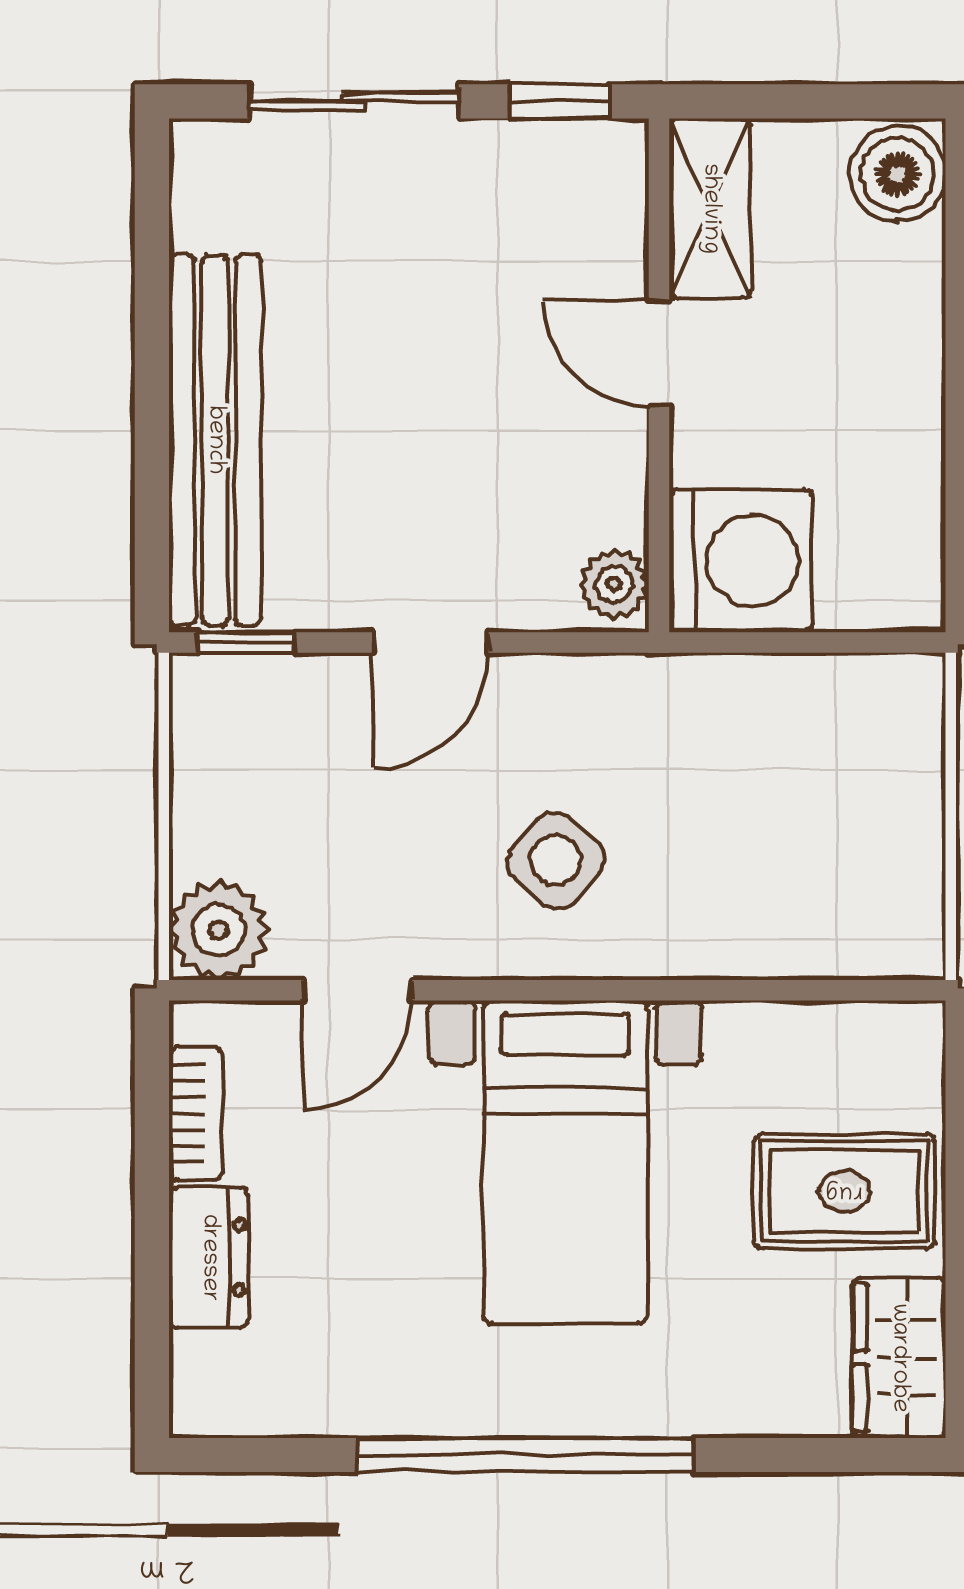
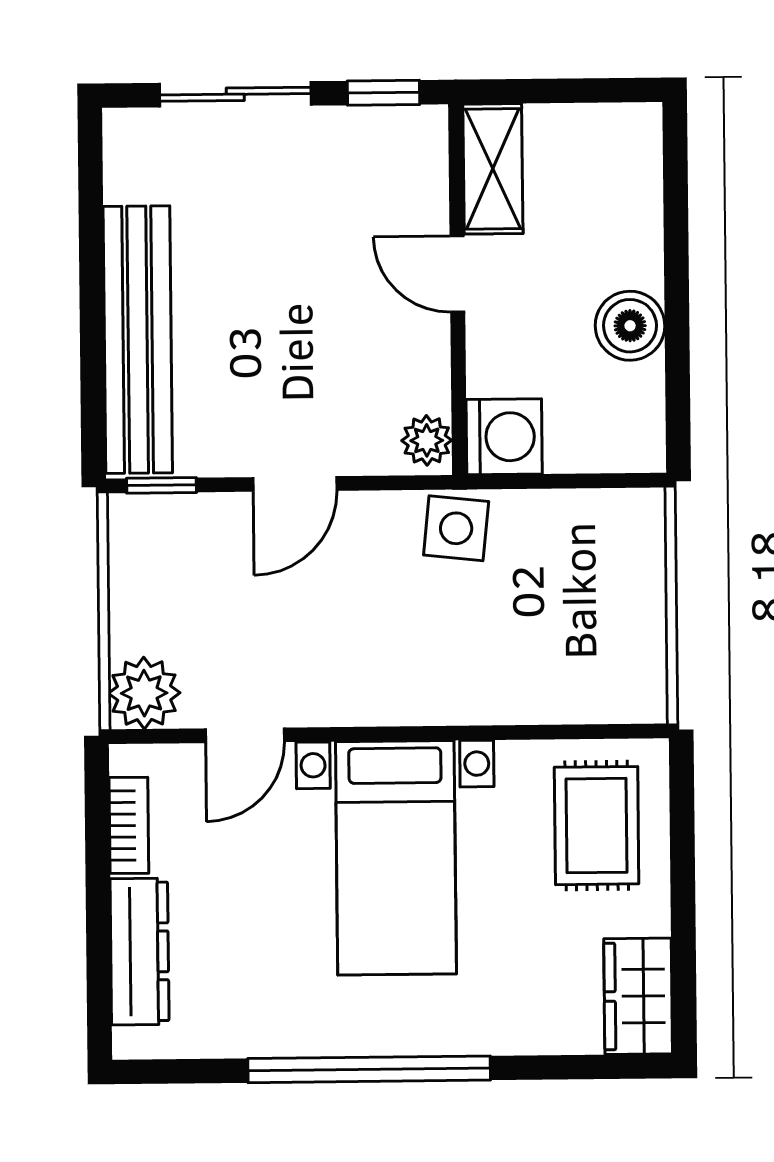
boiler: (898, 174) -> (630, 326), moved
washing machine: (741, 561) -> (504, 437), width x0.73, depth x0.73
side table: (556, 860) -> (456, 528), moved, turned -36
rug: (844, 1192) -> (597, 826), moved, turned 90
dresser: (209, 1258) -> (140, 952), width x1.44

